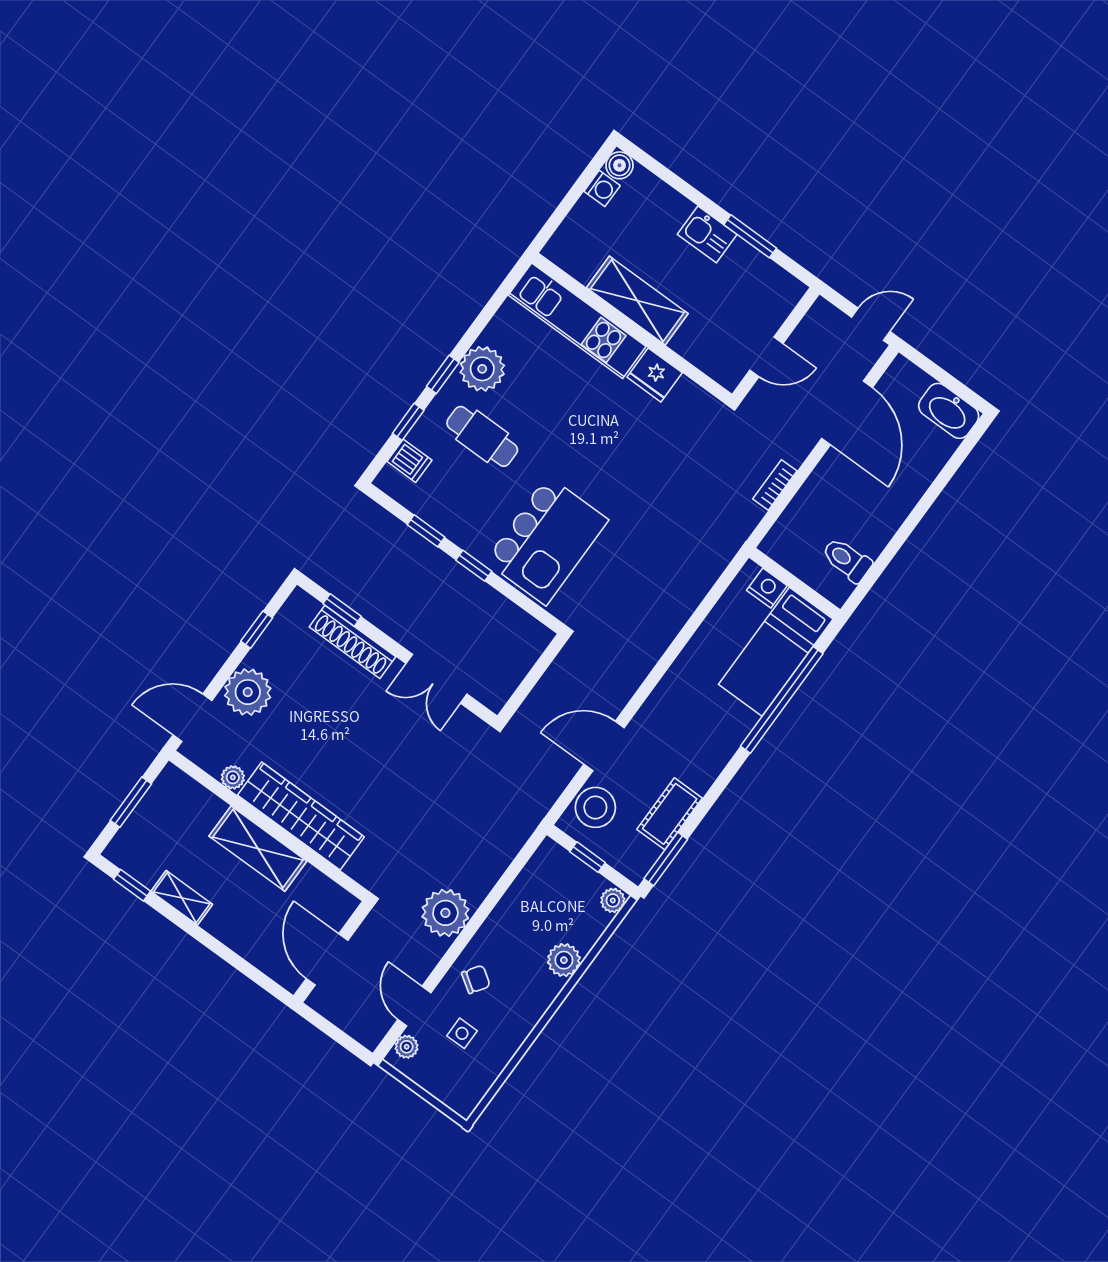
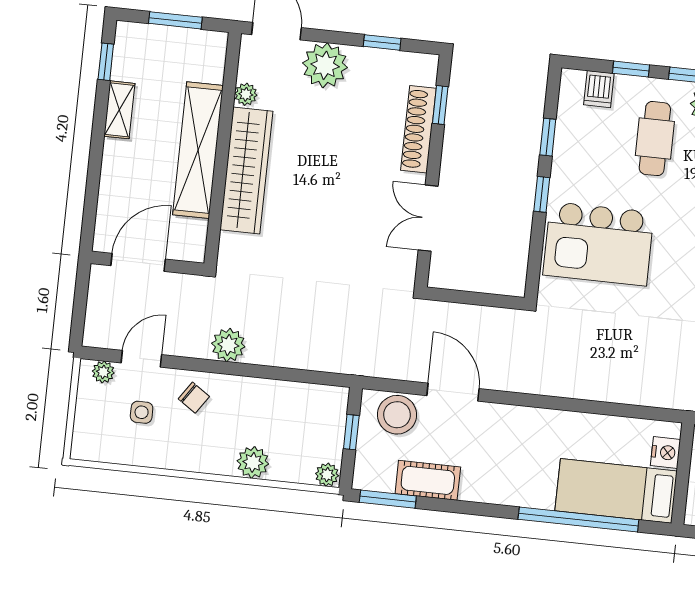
shelving: (258, 849) -> (198, 150), width x1.47
plant: (445, 913) -> (228, 345), width x0.73, depth x0.73

